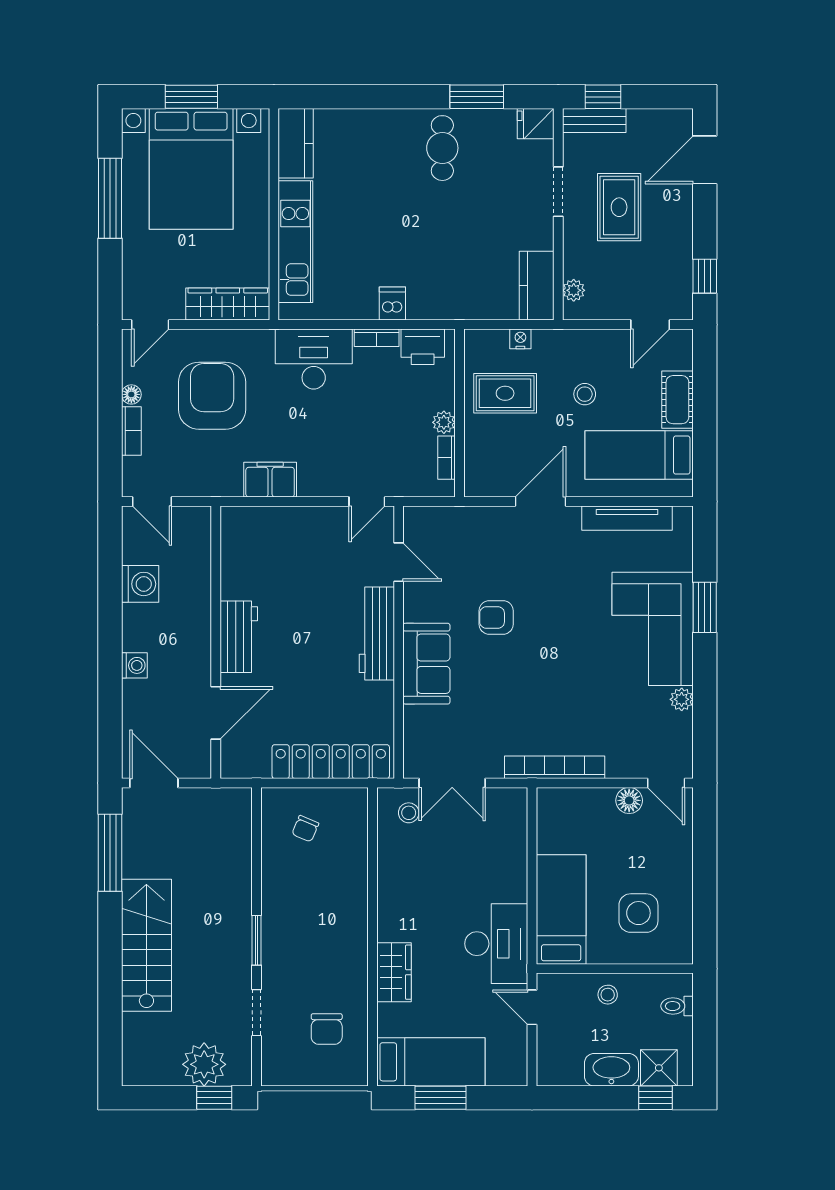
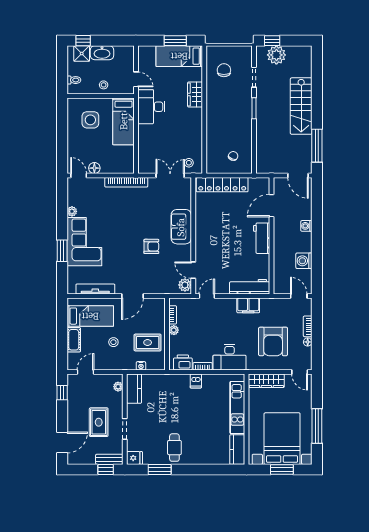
door: (150, 325) -> (300, 372), swing flipped
plant: (418, 528) -> (185, 285), added
workbench: (377, 634) -> (250, 287), moved, turned -90

